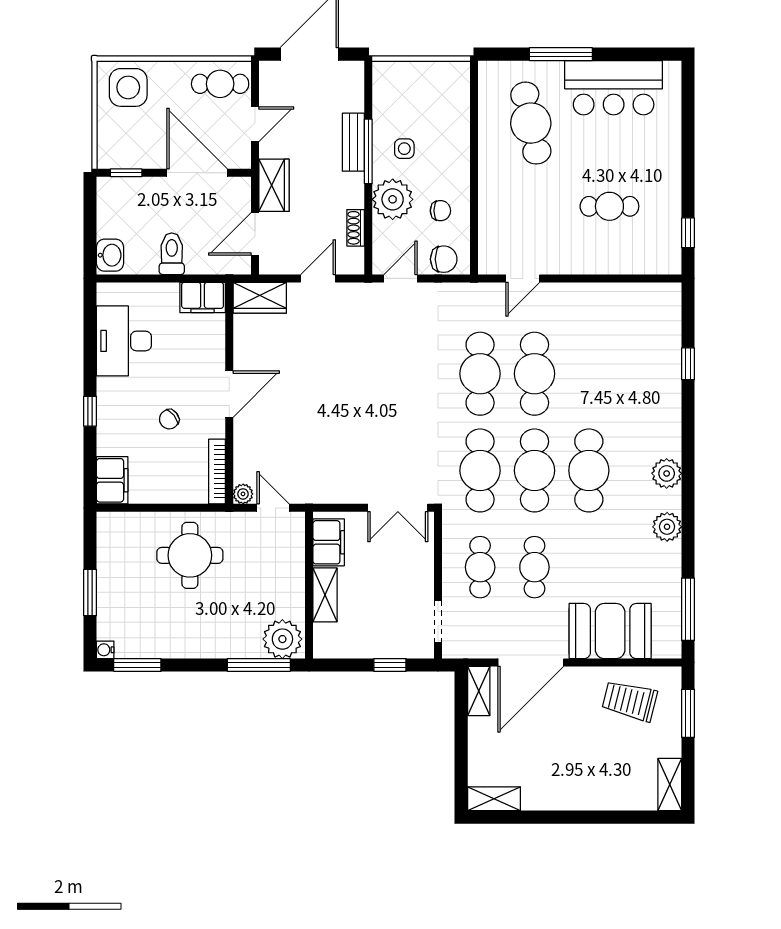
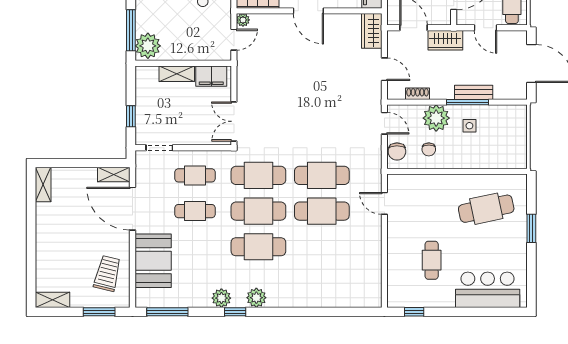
window: (561, 54) -> (531, 228), width x0.69
bar counter: (614, 88) -> (488, 290), moved, turned 90
window: (688, 364) -> (235, 312), moved

